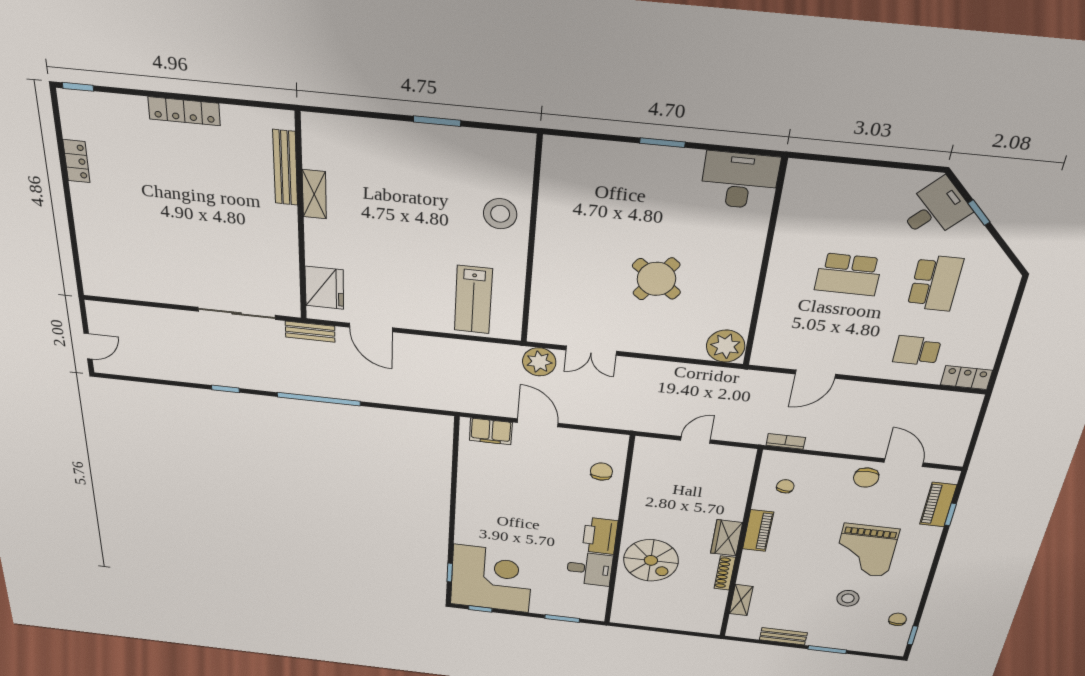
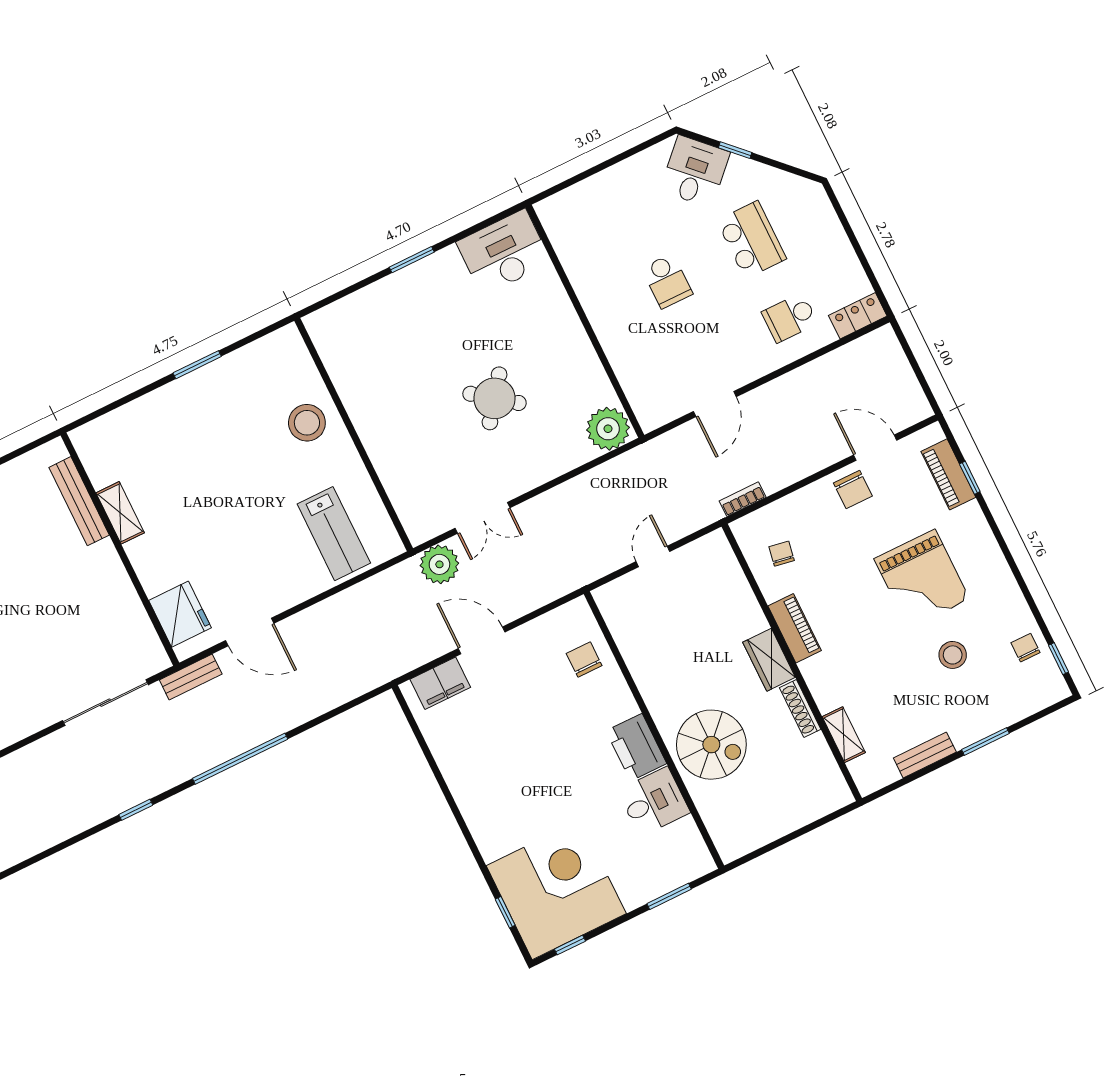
school desk: (848, 274) -> (667, 281), width x0.54

